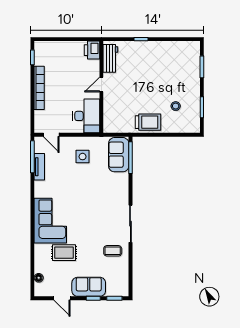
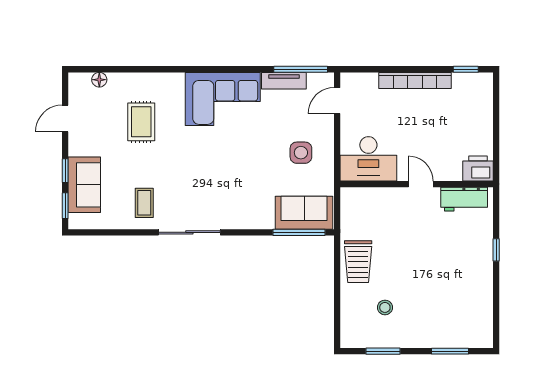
corner sofa: (50, 221) -> (223, 99), moved
sofa: (89, 287) -> (84, 185), moved

